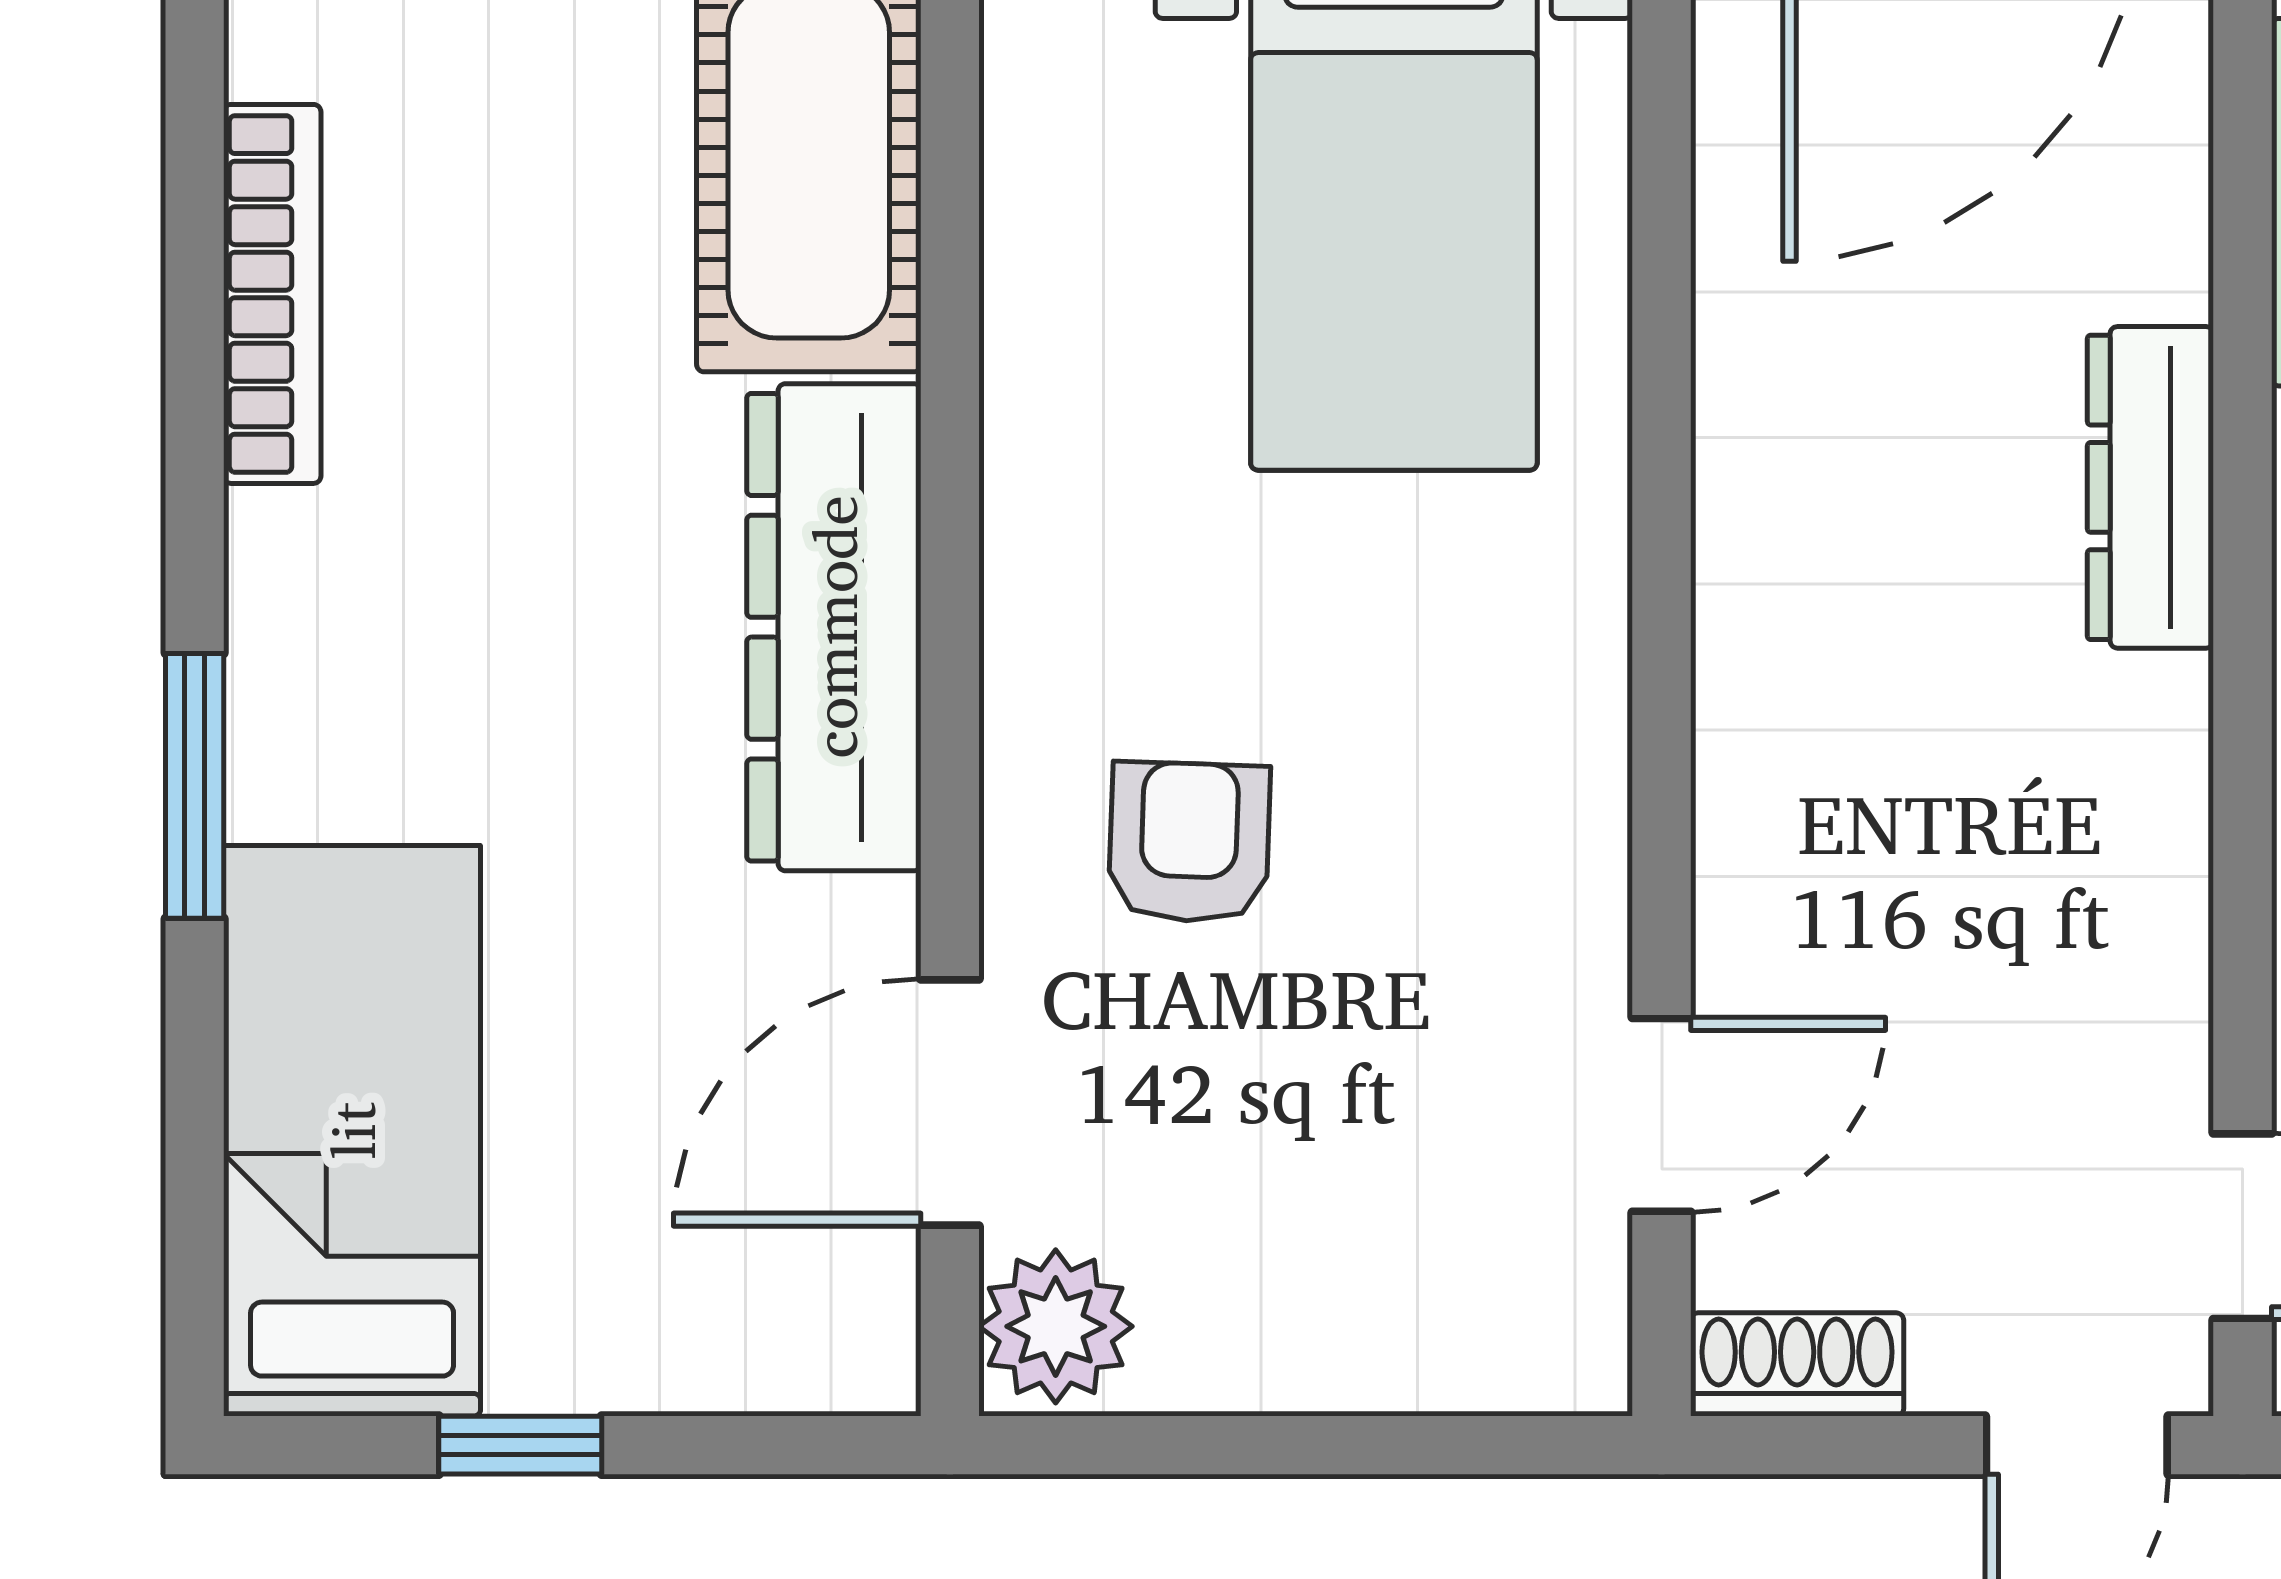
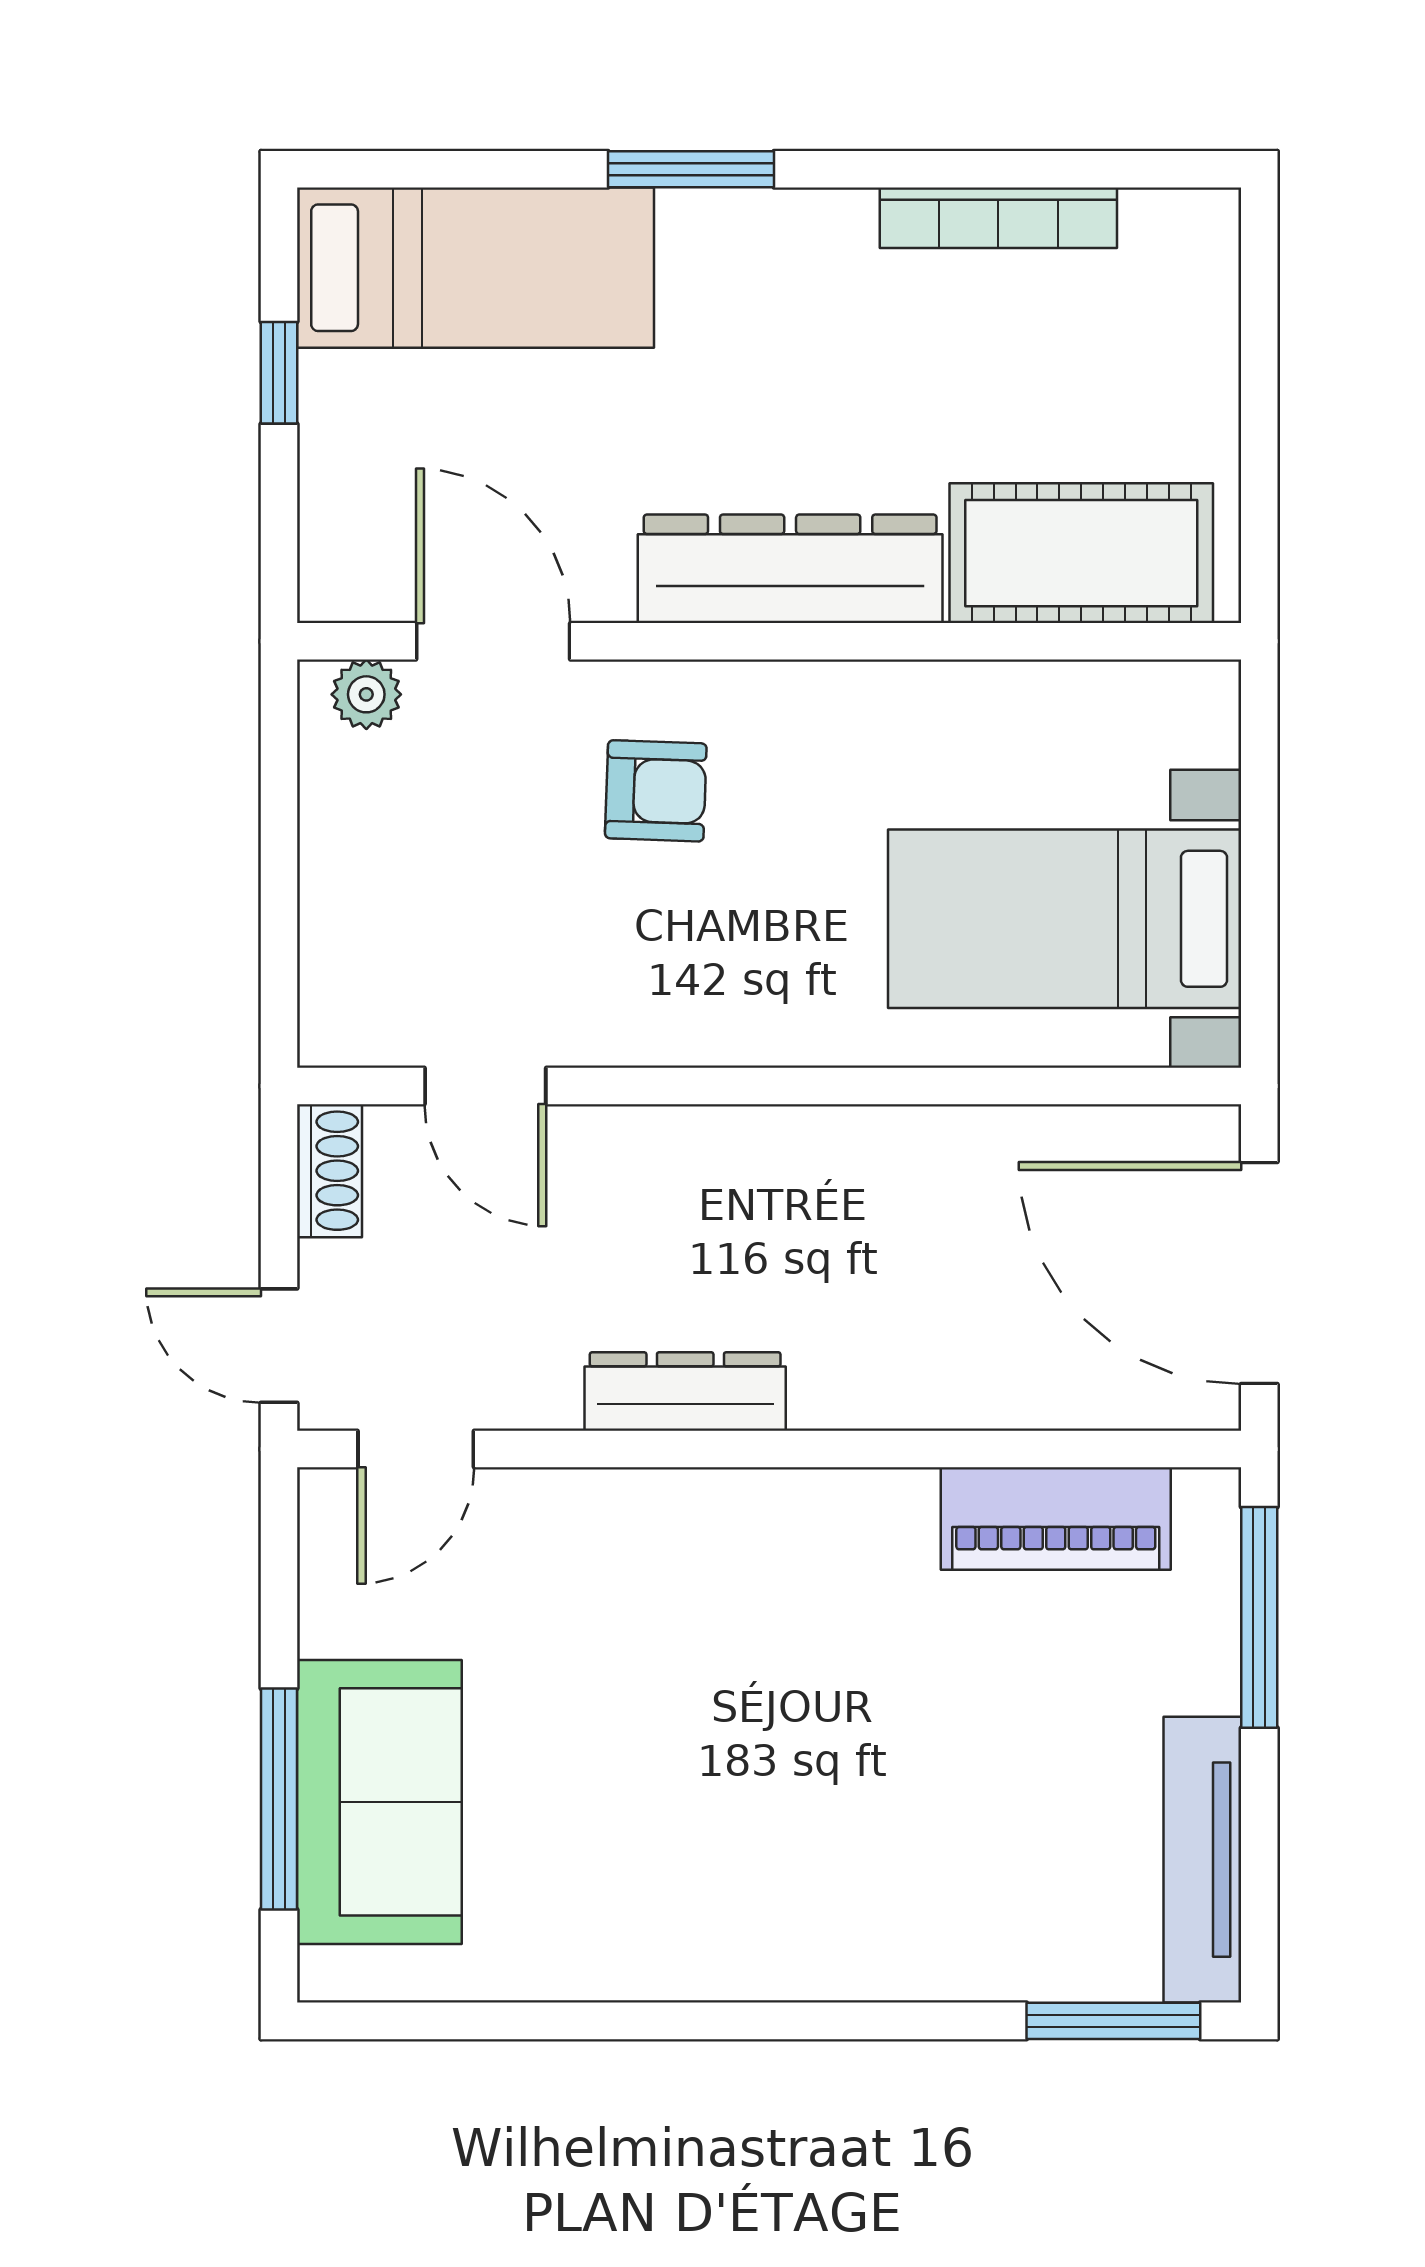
dresser: (2150, 487) -> (685, 1392), moved
plant: (1056, 1326) -> (366, 694), width x0.73, depth x0.73

